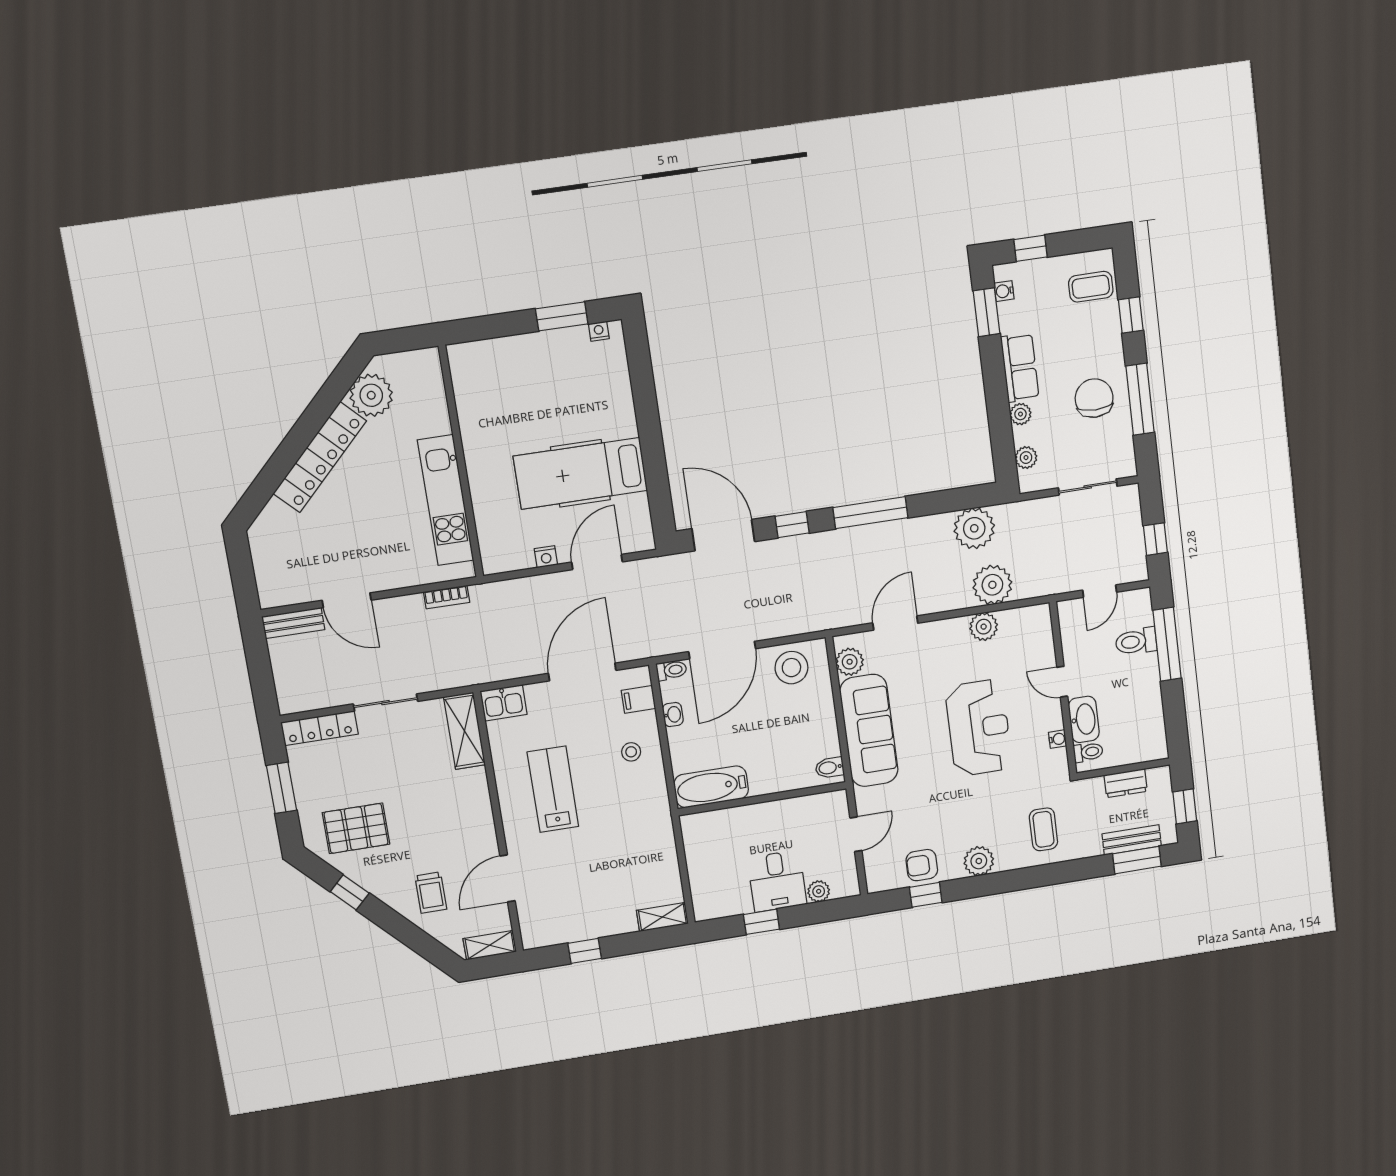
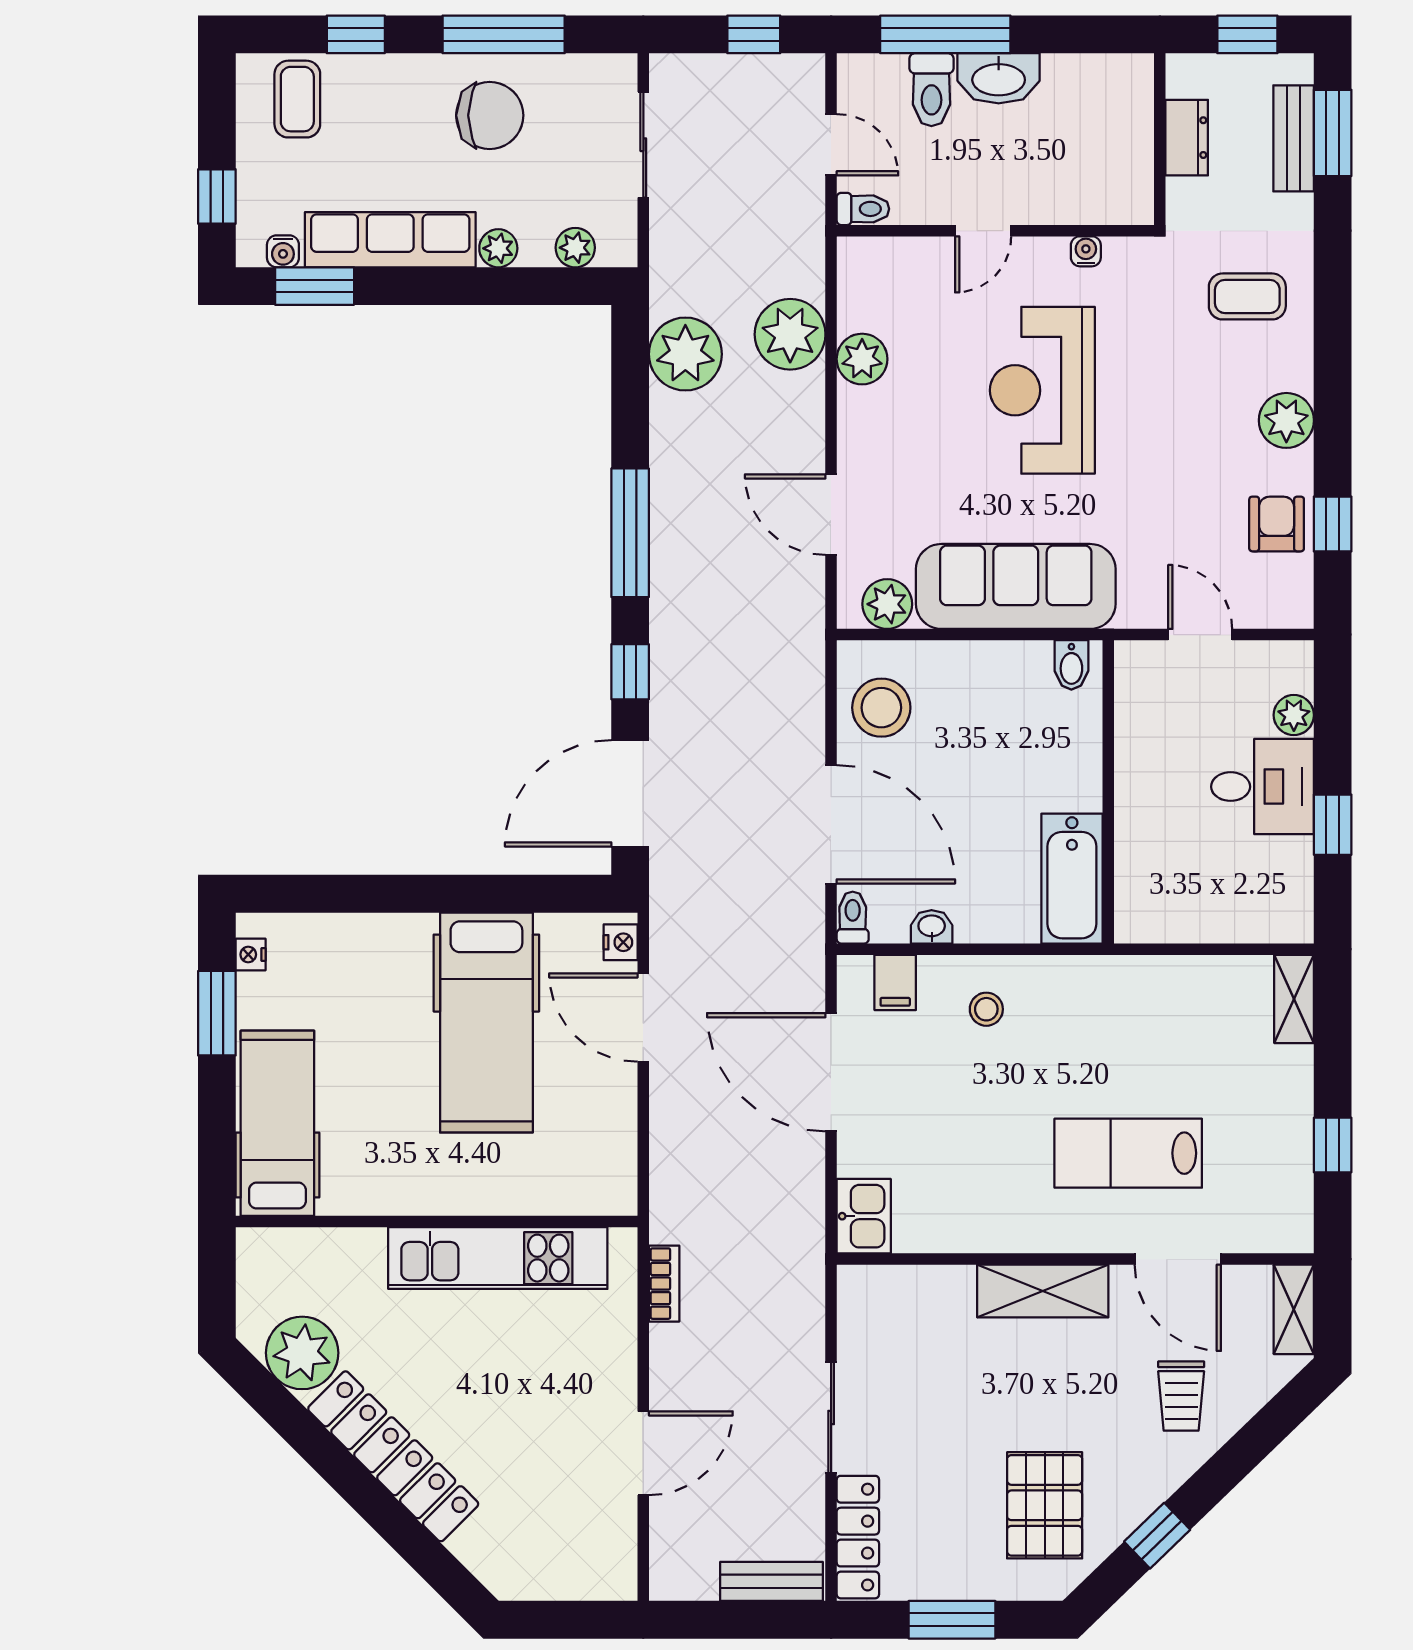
hospital bed: (503, 361) -> (277, 1123), added
row of seats: (1020, 368) -> (390, 240), width x1.48
chair: (1094, 398) -> (490, 115), turned 180
nightstand: (546, 557) -> (621, 942), moved
bench: (293, 623) -> (772, 1581), moved, turned 90
washbasin: (1084, 719) -> (999, 78), moved, turned 180
reception desk: (979, 728) -> (1042, 390), turned -90
shelving: (464, 731) -> (1043, 1291), moved
toilet: (1088, 752) -> (863, 209), moved, turned 90
lab bench: (553, 789) -> (1128, 1153), moved
armchair: (922, 865) -> (1277, 524), turned 180
trolley: (431, 893) -> (1181, 1396), turned 90

